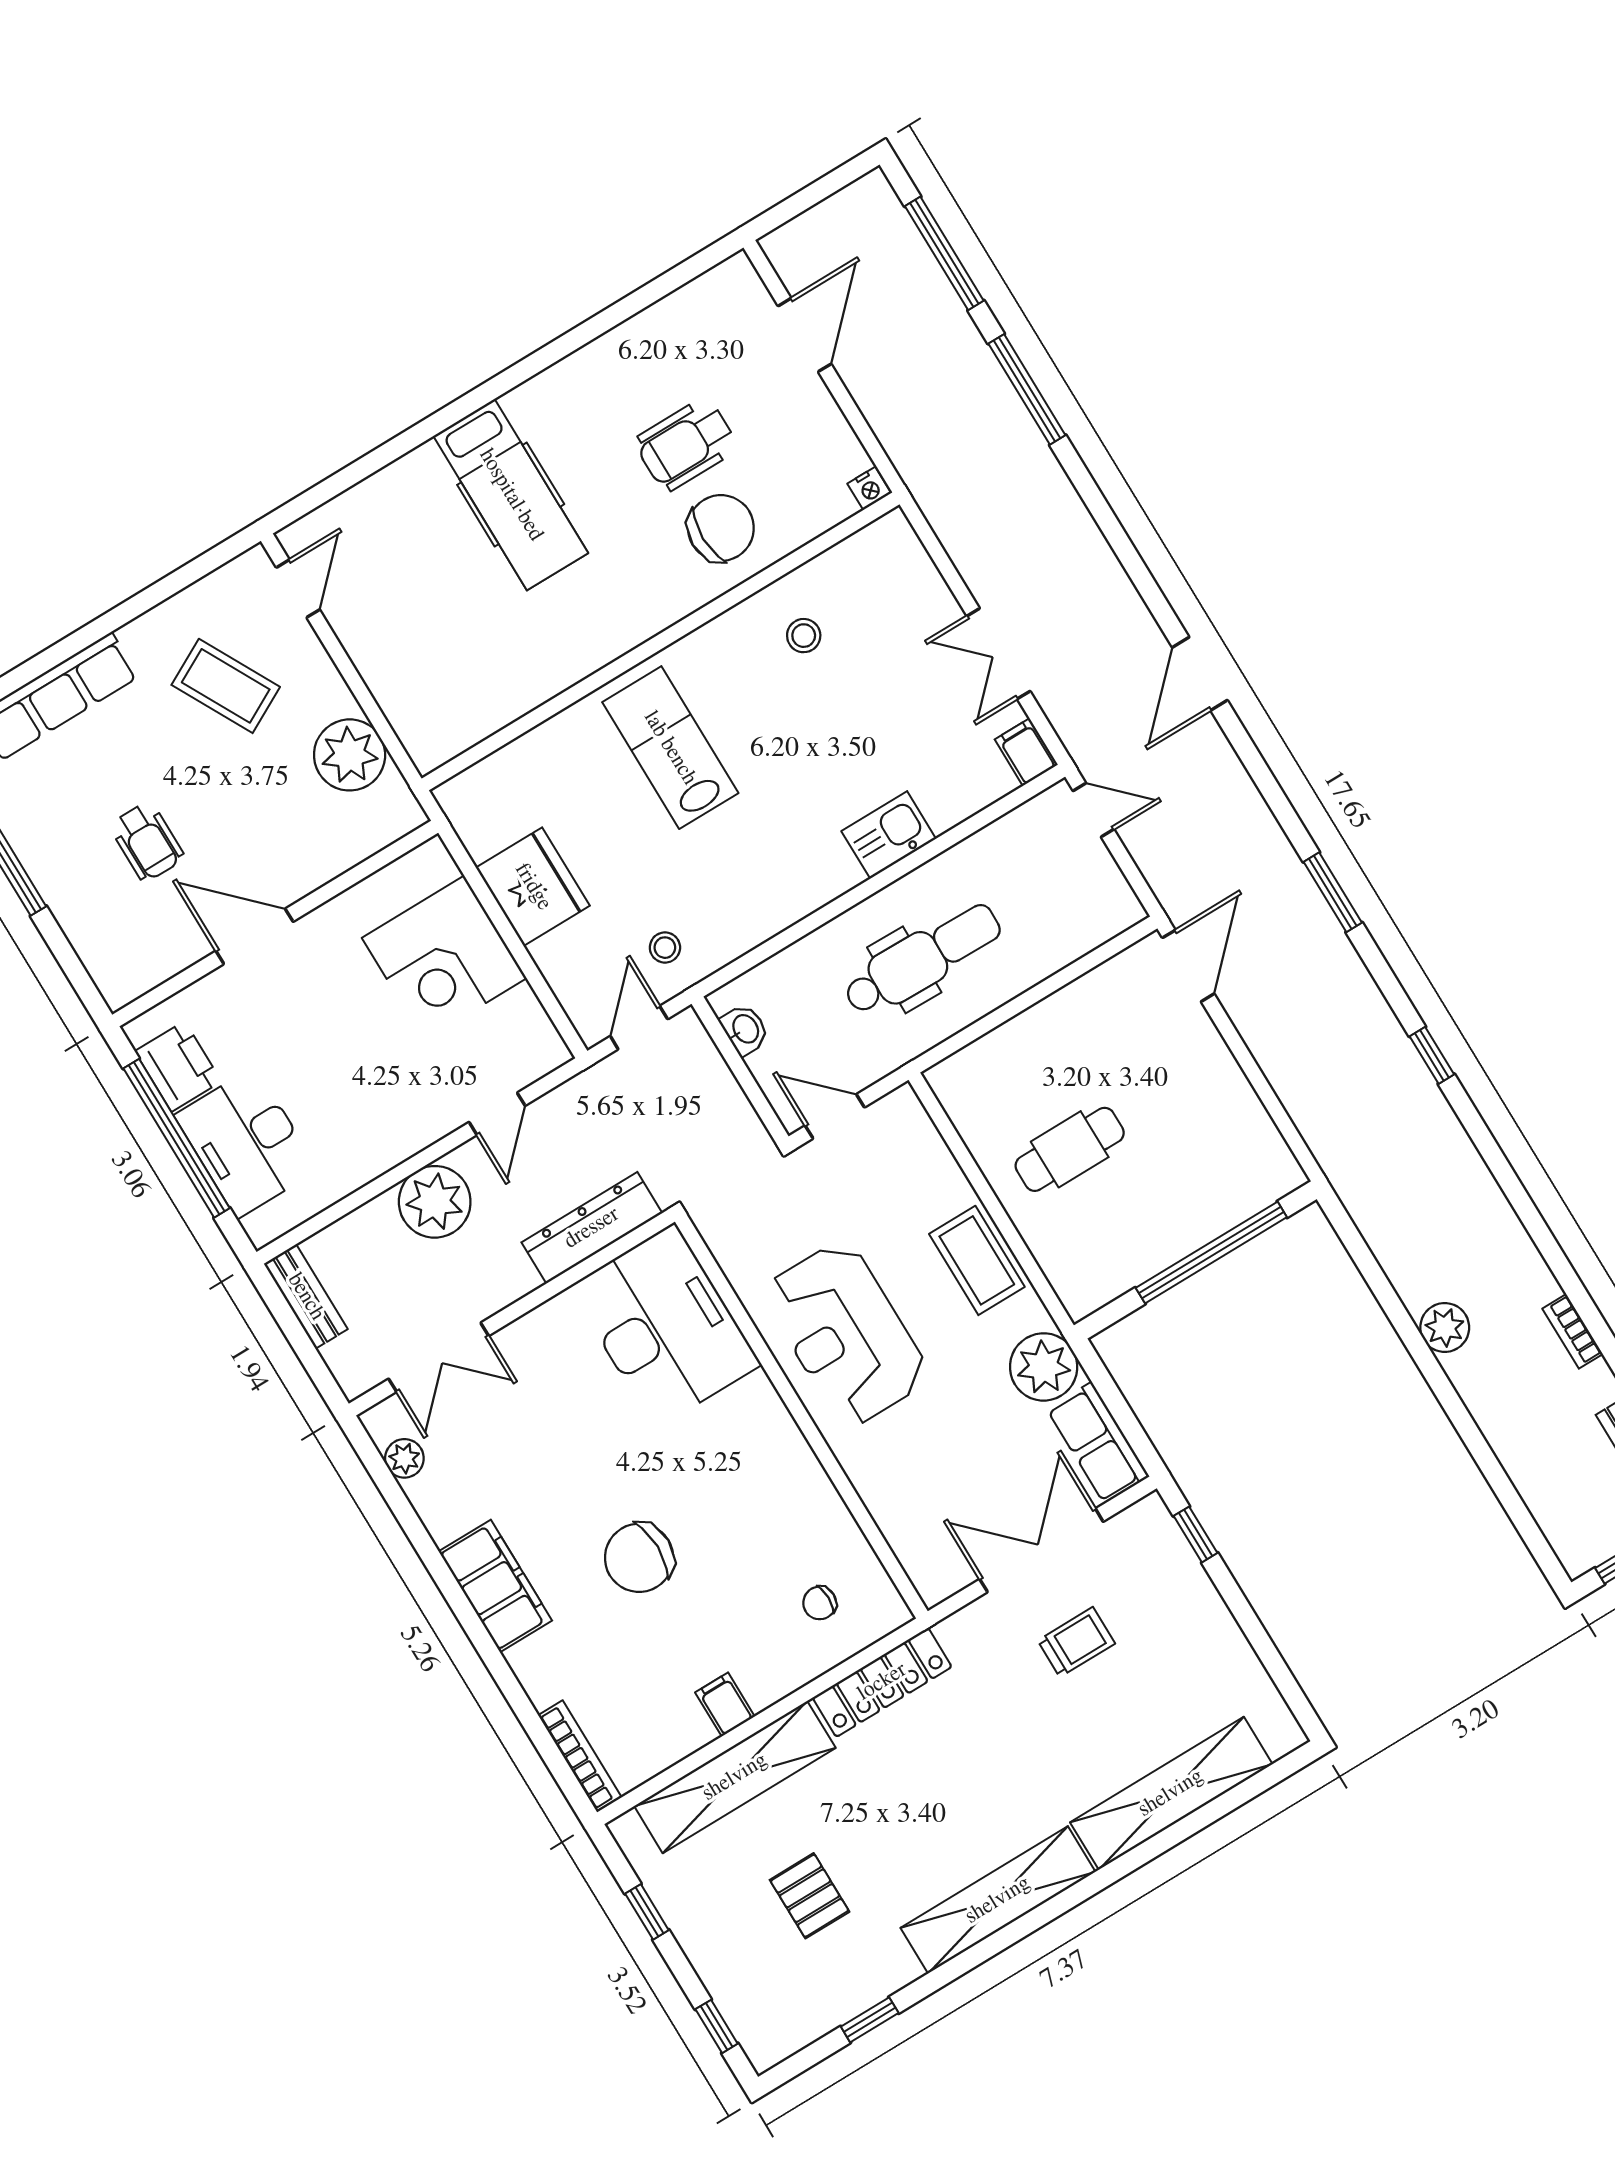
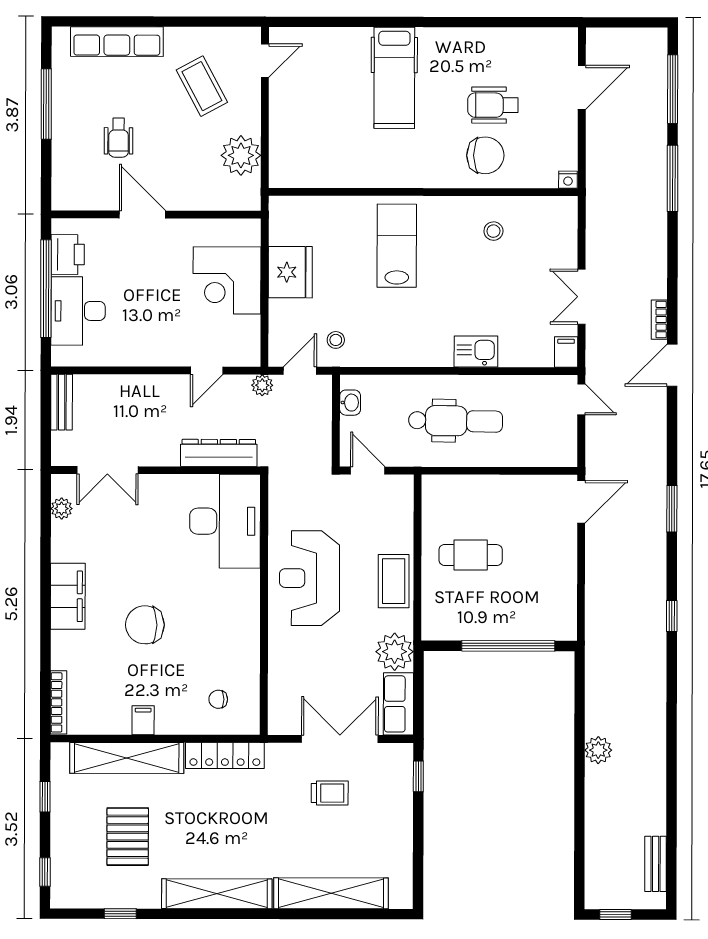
plant: (435, 1202) -> (262, 385), moved, width x0.53, depth x0.53
bookcase: (1573, 1331) -> (659, 320), moved
pallet: (810, 1896) -> (128, 837), width x1.50, depth x1.42

